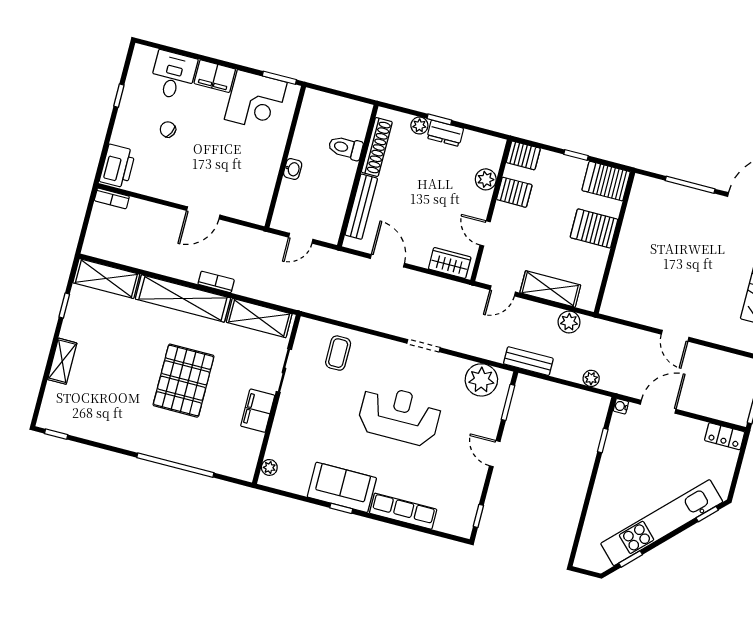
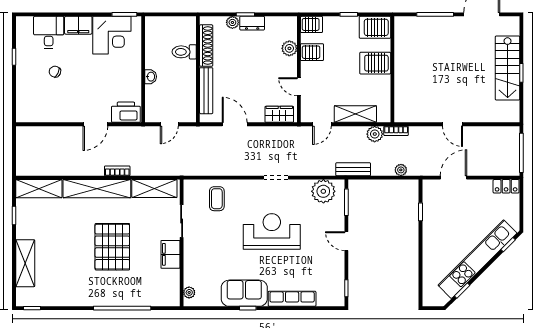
printer: (118, 166) -> (126, 112), moved, turned -90
bookcase: (112, 198) -> (396, 131), moved
shelving: (62, 361) -> (25, 263), width x1.50, depth x1.33
water cooler: (621, 406) -> (427, 184), removed

